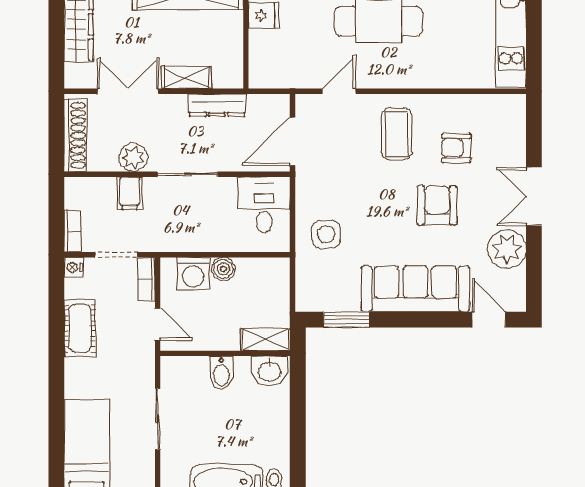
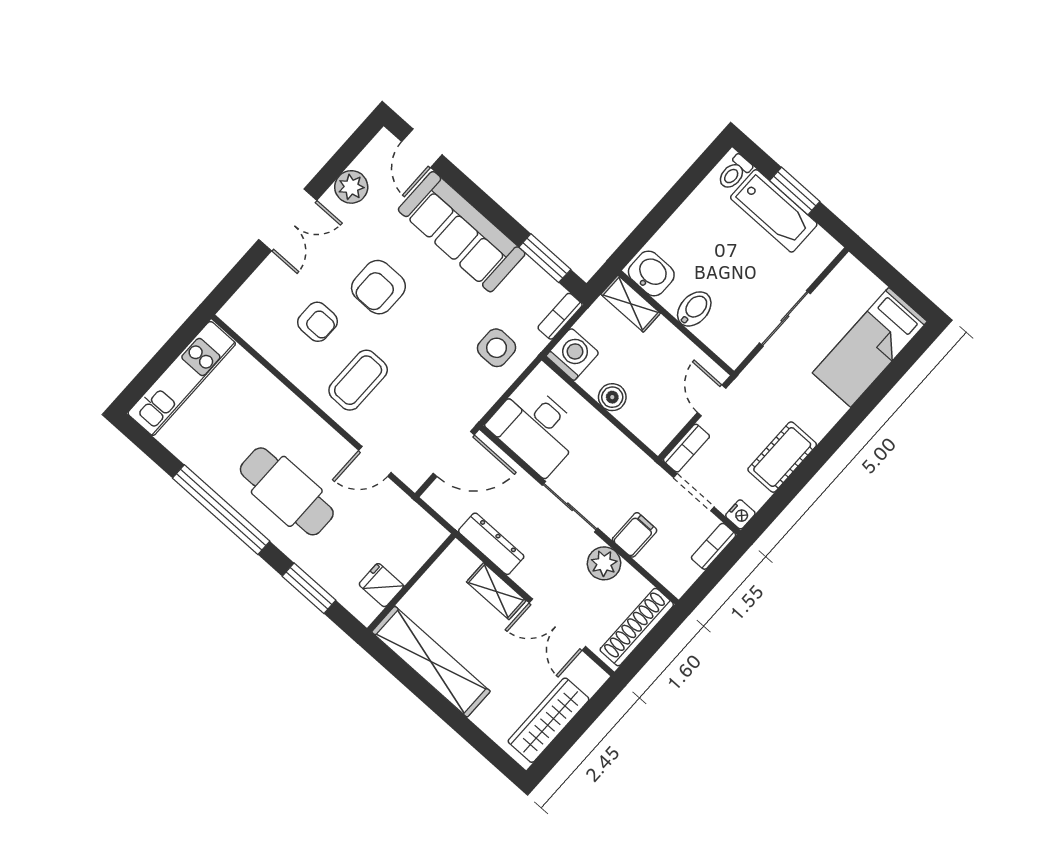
desk: (264, 205) -> (536, 429), width x1.37
plant: (507, 249) -> (351, 187), width x0.73, depth x0.73
washing machine: (193, 274) -> (573, 354), moved
bookcase: (303, 291) -> (560, 316), added

